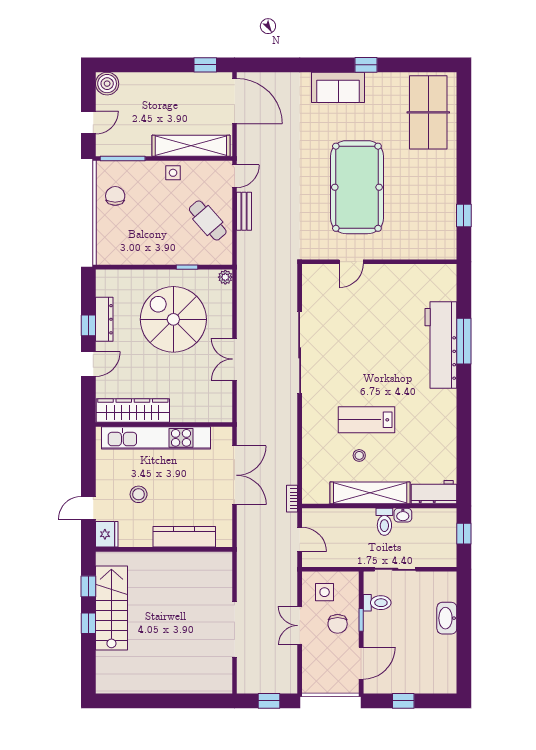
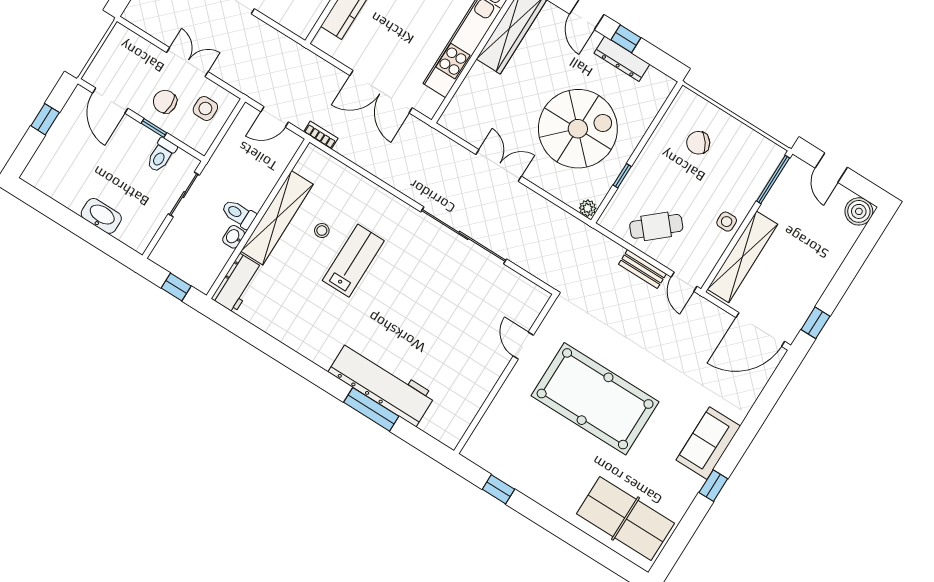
chair: (115, 196) -> (698, 143), moved, turned 145

